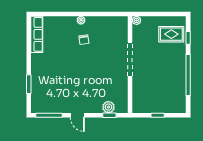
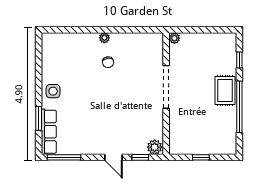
row of seats: (37, 34) -> (49, 132), moved
rug: (171, 34) -> (225, 90), moved, turned 90
side table: (40, 63) -> (53, 91), added
plant: (108, 107) -> (155, 147), moved
door: (77, 115) -> (114, 157), moved

